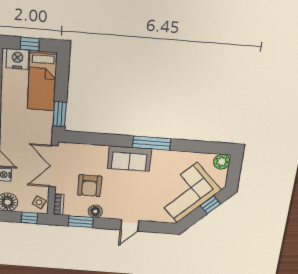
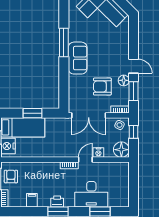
window: (60, 114) -> (32, 113), moved
armchair: (90, 186) -> (102, 87), turned 180
door: (130, 225) -> (134, 66), moved

